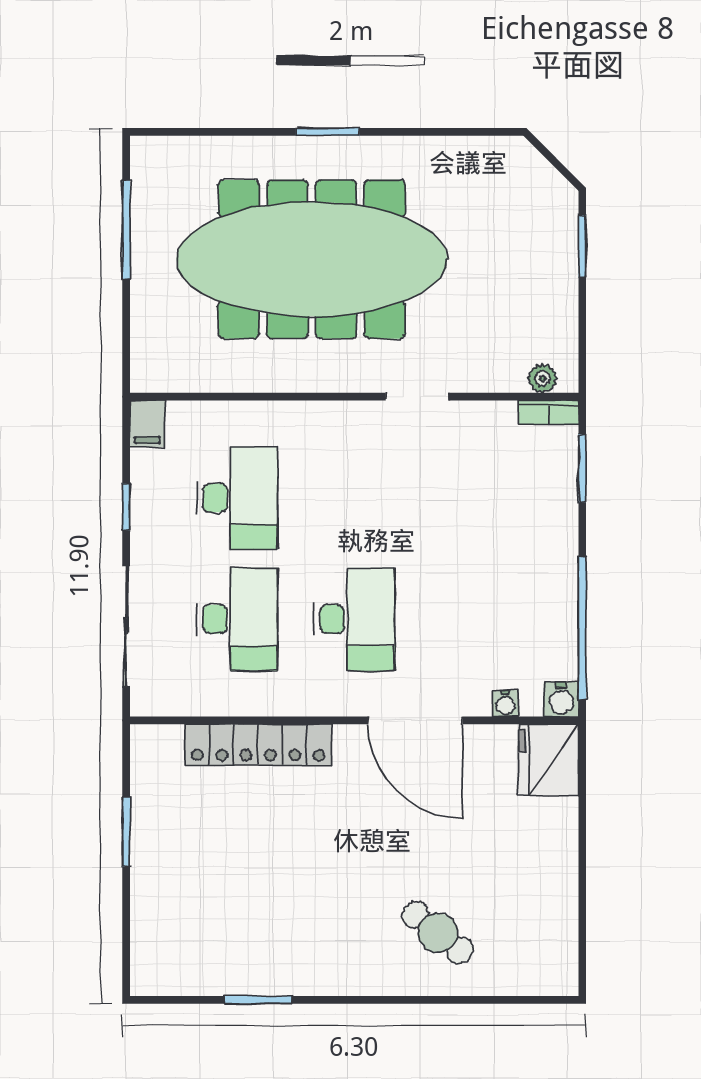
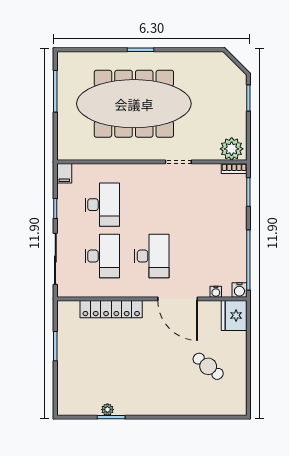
plant: (542, 378) -> (232, 149), width x1.88, depth x1.88
cafe table: (438, 933) -> (208, 366), moved
plant: (249, 982) -> (107, 410), added

